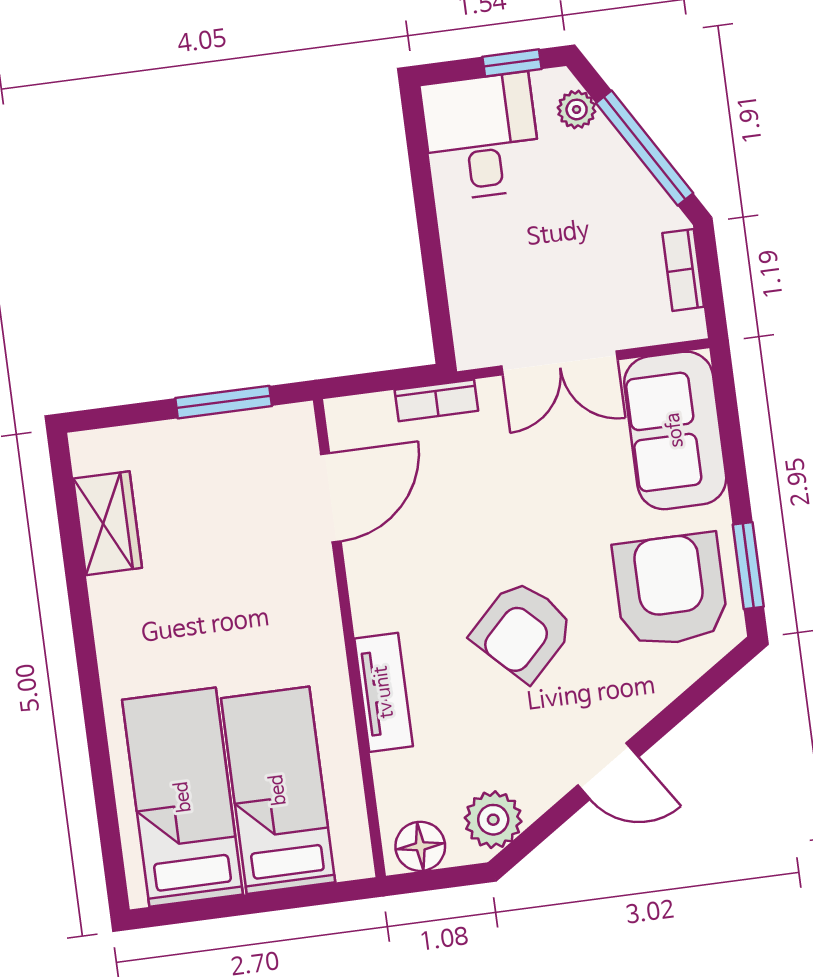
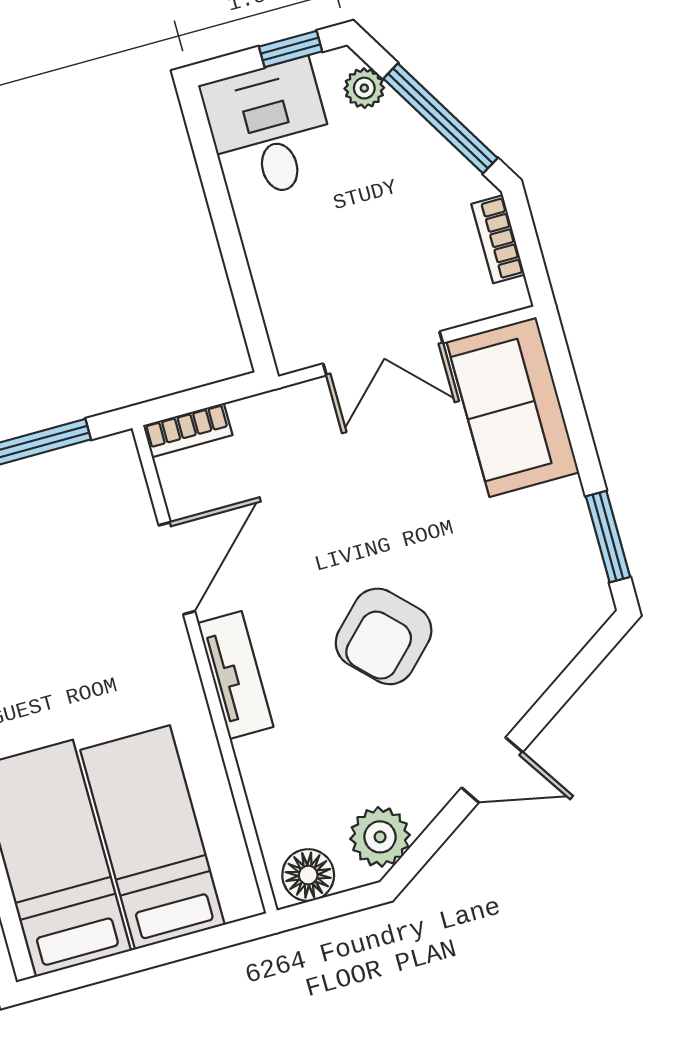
bookcase: (436, 400) -> (188, 430), moved
door: (331, 498) -> (177, 568), moved
armchair: (670, 590) -> (531, 573), removed
tv unit: (384, 692) -> (236, 675), moved

